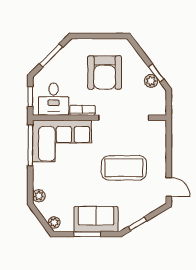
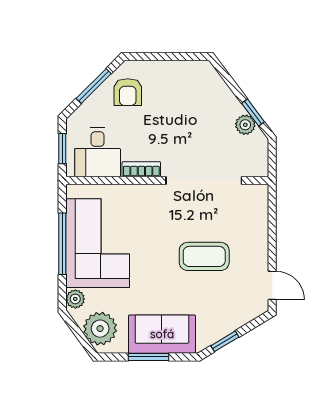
armchair: (105, 73) -> (128, 92), moved, width x0.53, depth x0.53
corner sofa: (62, 141) -> (98, 243), moved, turned -90
window: (30, 145) -> (62, 244), moved
coffee table: (124, 168) -> (204, 256), width x0.73, depth x0.76
plant: (54, 223) -> (100, 329), width x1.88, depth x1.88

